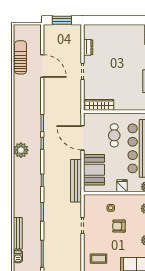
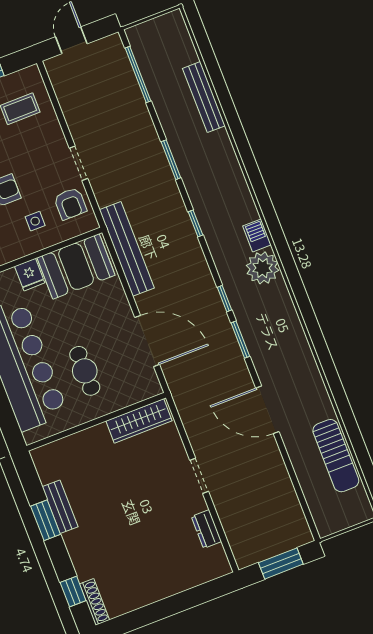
door: (42, 66) -> (267, 410), moved
booth: (94, 170) -> (76, 266), moved, turned 90
armchair: (93, 210) -> (70, 204), added
barbecue: (18, 256) -> (257, 235), moved

